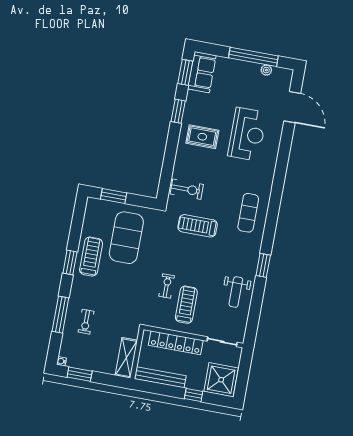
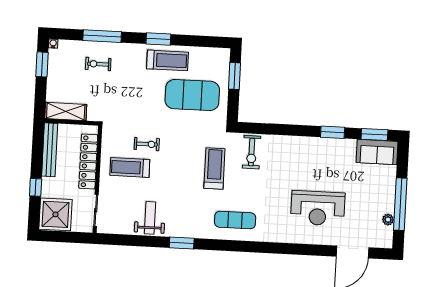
rug: (202, 137) -> (309, 161), removed
weight bench: (236, 292) -> (150, 218), turned 90
treadmill: (186, 305) -> (130, 167), turned 180

